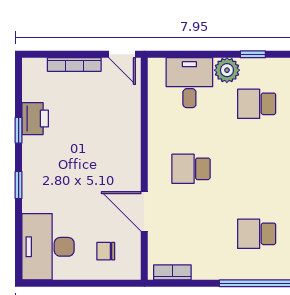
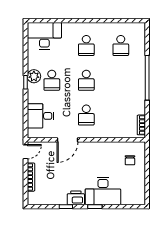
plant: (227, 70) -> (34, 76), moved
printer: (35, 119) -> (76, 198), moved
door: (144, 211) -> (67, 140), moved
school desk: (257, 234) -> (86, 80), moved
desk: (48, 247) -> (103, 191), moved

